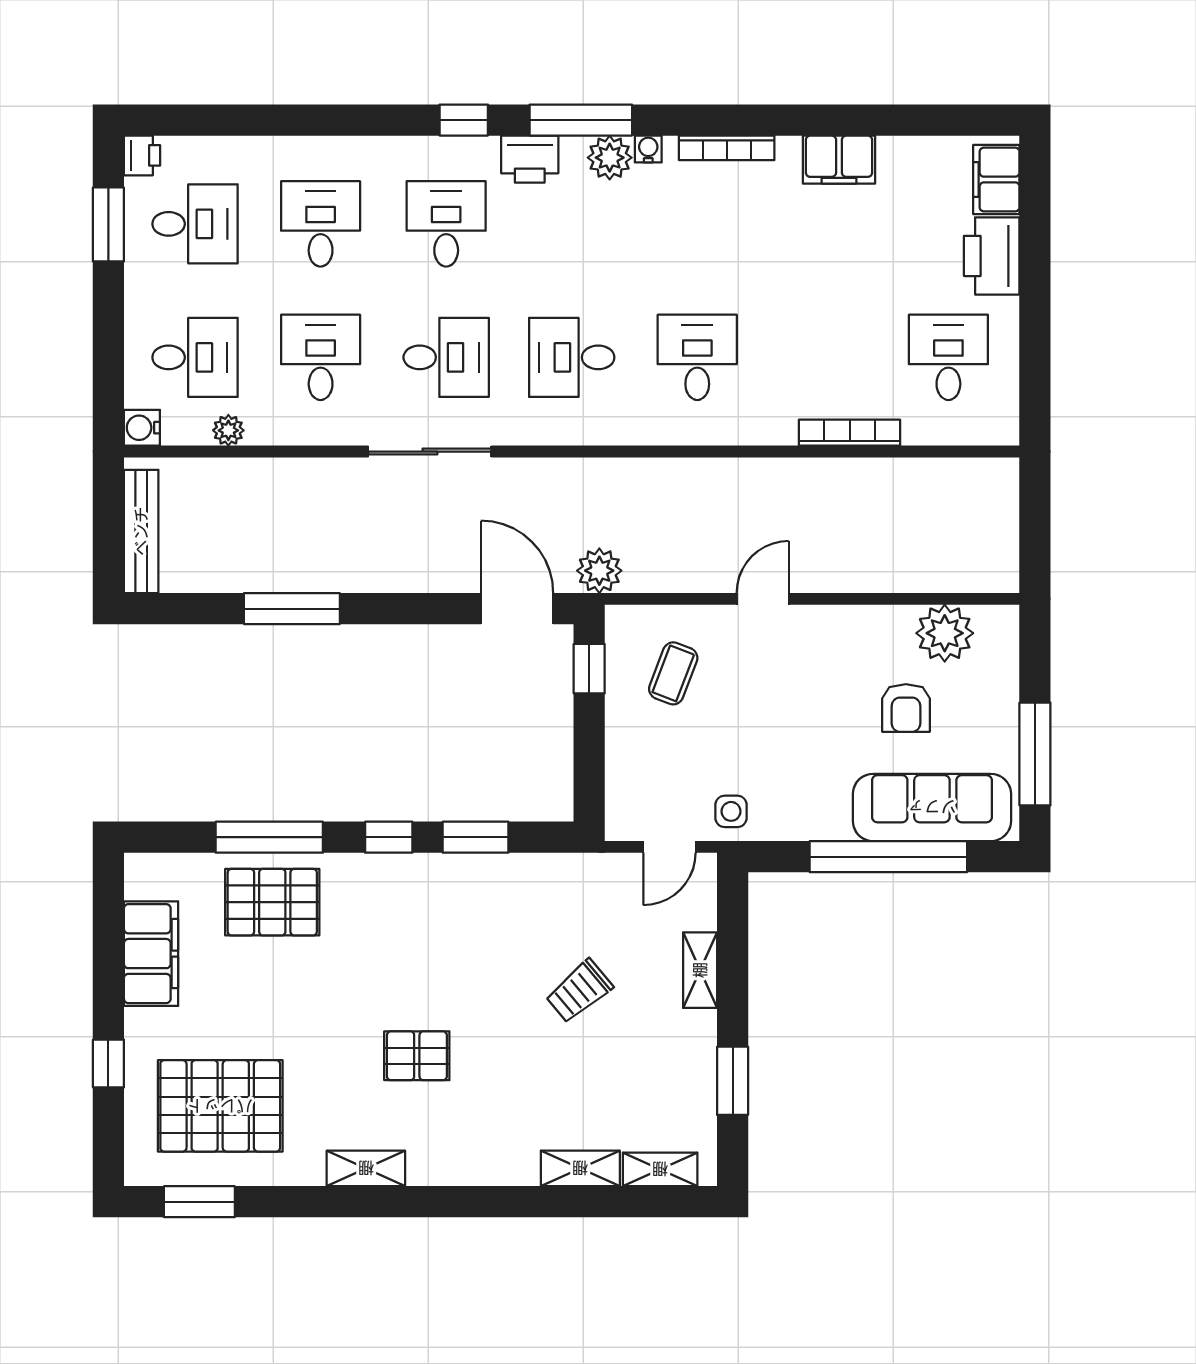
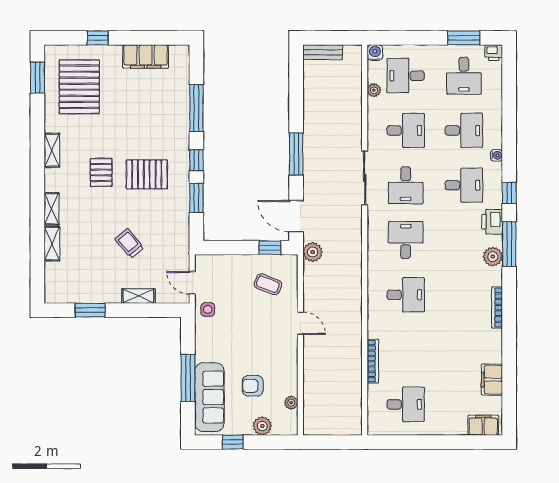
water cooler: (648, 149) -> (497, 155), moved
filing cabinet: (839, 160) -> (492, 380), moved
printer: (992, 256) -> (450, 423), removed
desk: (195, 357) -> (406, 76), turned 90
bench: (141, 531) -> (323, 52), width x0.73
window: (292, 609) -> (296, 154), moved
door: (517, 609) -> (296, 216), swing flipped
plant: (945, 633) -> (291, 403), width x0.53, depth x0.53
plant: (998, 686) -> (262, 426), added
window: (1035, 754) -> (233, 442), width x0.46
window: (888, 857) -> (188, 378), width x0.68
pallet: (272, 902) -> (147, 174), moved, turned 90
shelving: (660, 1169) -> (52, 209), moved

